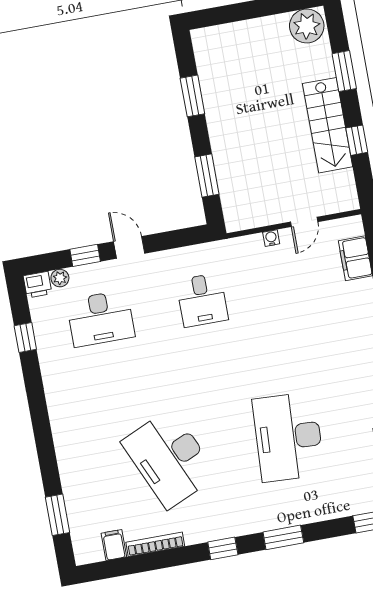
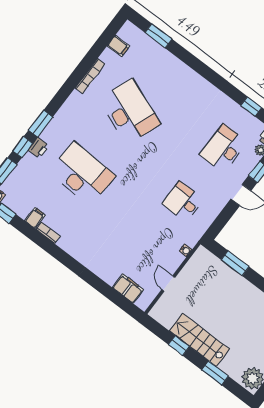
water cooler: (271, 238) -> (186, 250), moved
desk: (170, 459) -> (129, 112), turned 45
printer: (311, 512) -> (38, 148), added
bookcase: (155, 544) -> (90, 76), moved
window: (223, 548) -> (23, 147), moved

